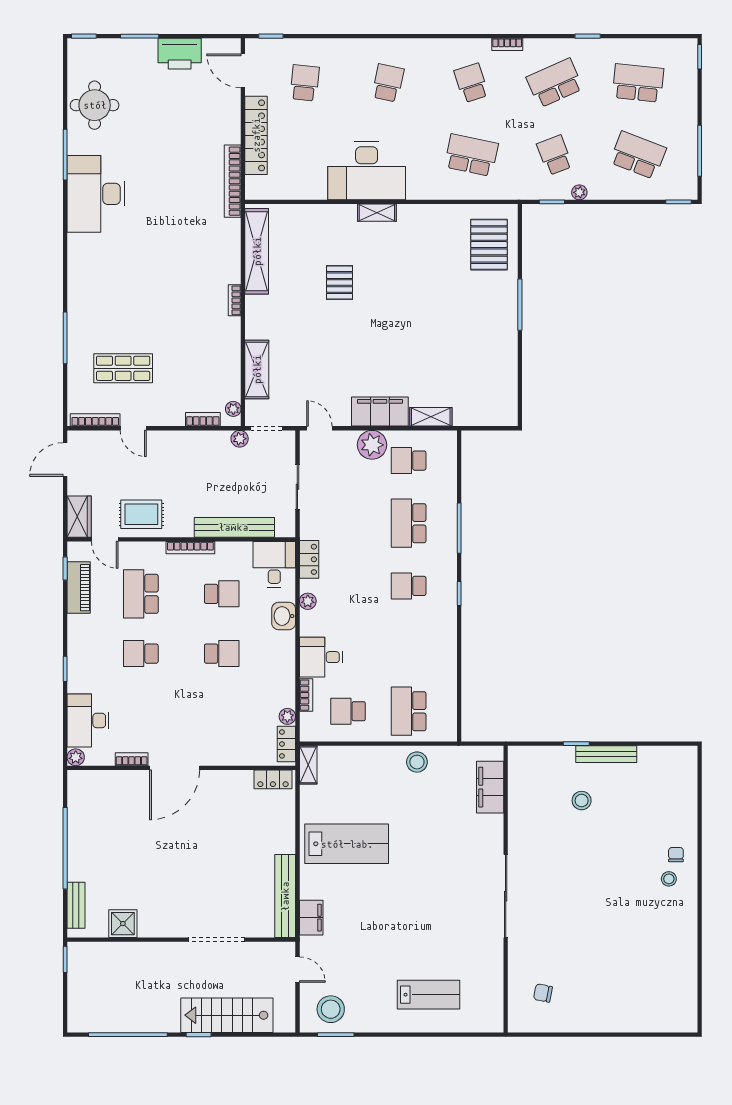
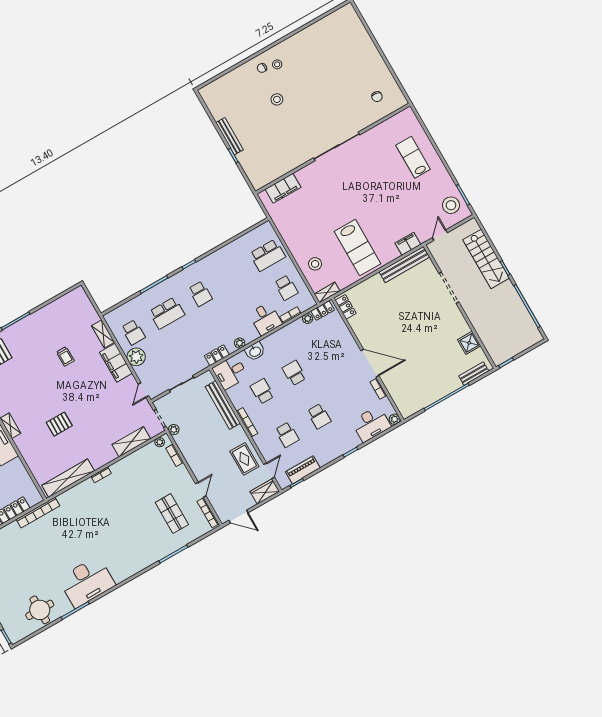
trolley: (430, 346) -> (65, 356), added
school desk: (141, 594) -> (287, 435), width x0.54
stool: (417, 762) -> (315, 264), moved
stool: (582, 801) -> (277, 99), moved
lab bench: (347, 844) -> (358, 248), turned 180

